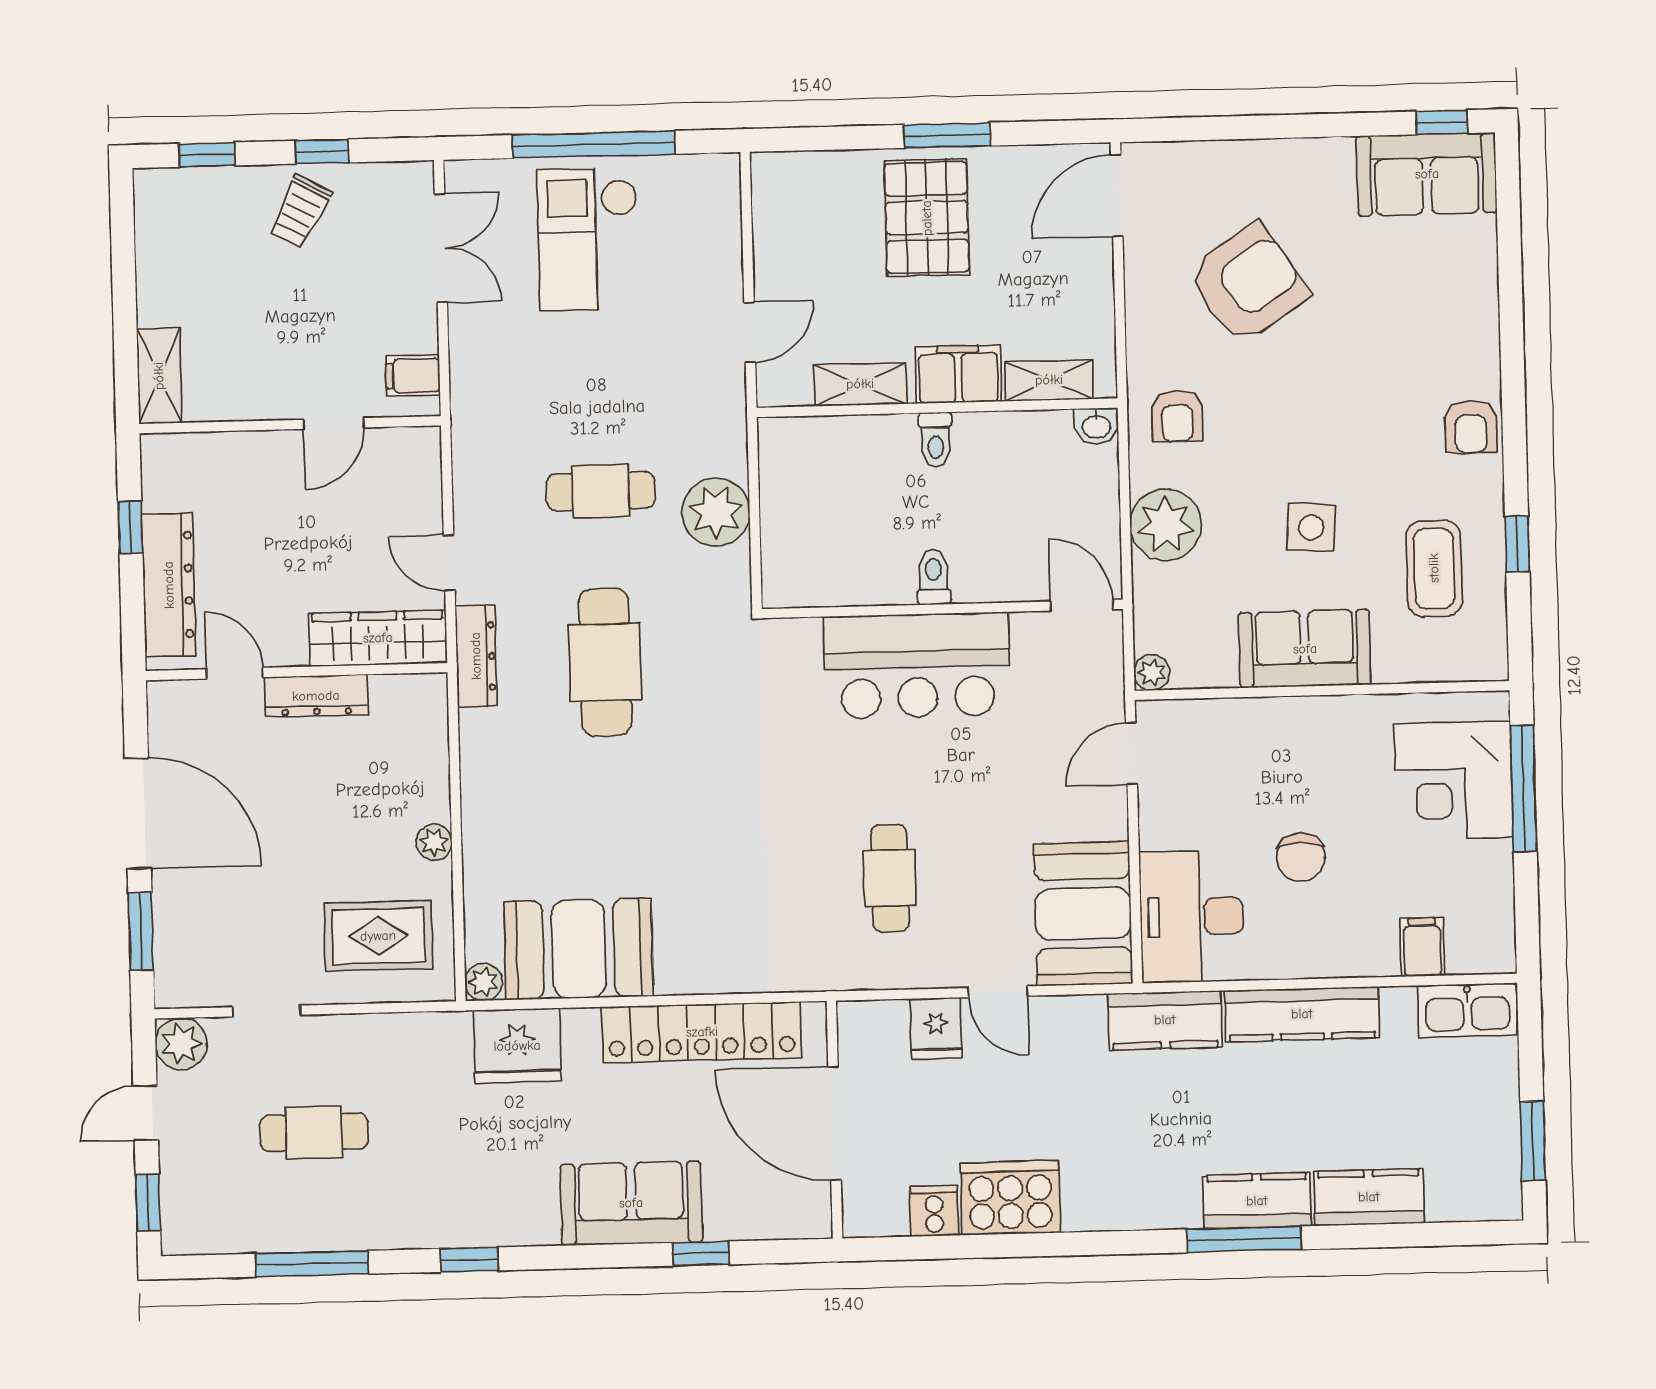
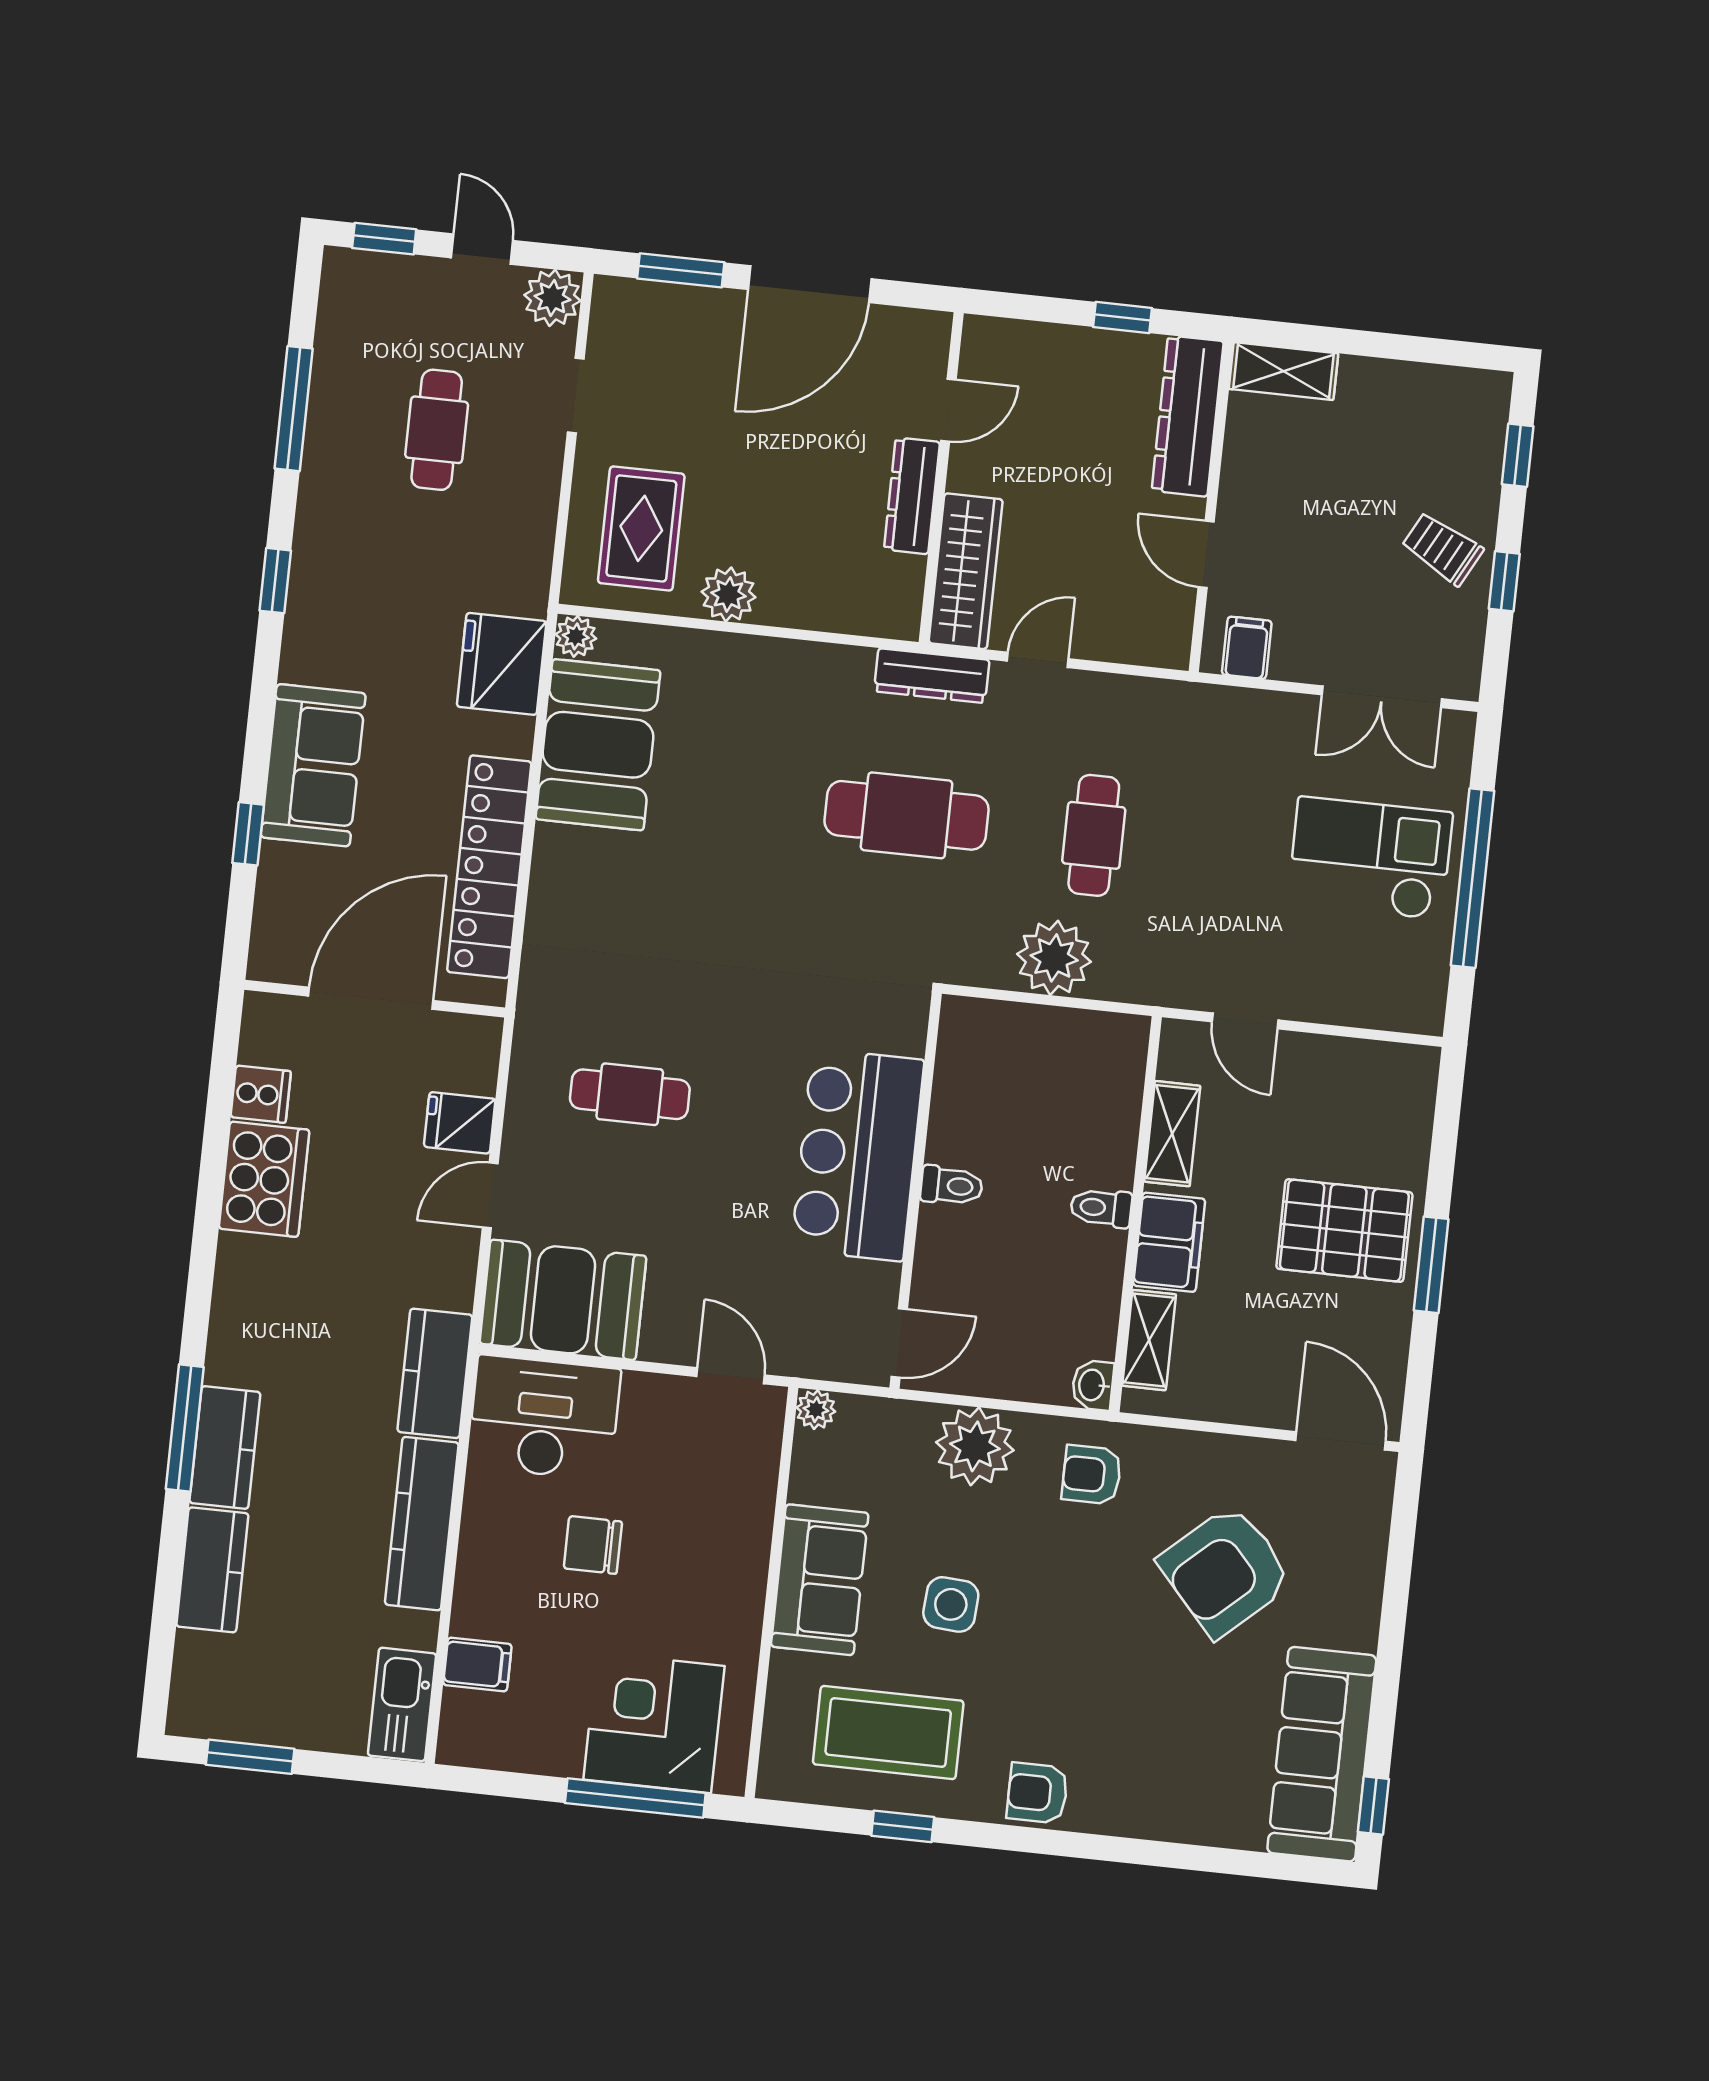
sofa: (1427, 174) -> (1322, 1754), width x1.36
armchair: (1248, 284) -> (1225, 1571), turned 82
coffee table: (1434, 568) -> (888, 1732), width x1.36, depth x1.32
dresser: (169, 585) -> (1188, 416), moved, turned 90
plant: (434, 842) -> (728, 594), width x1.38, depth x1.38

